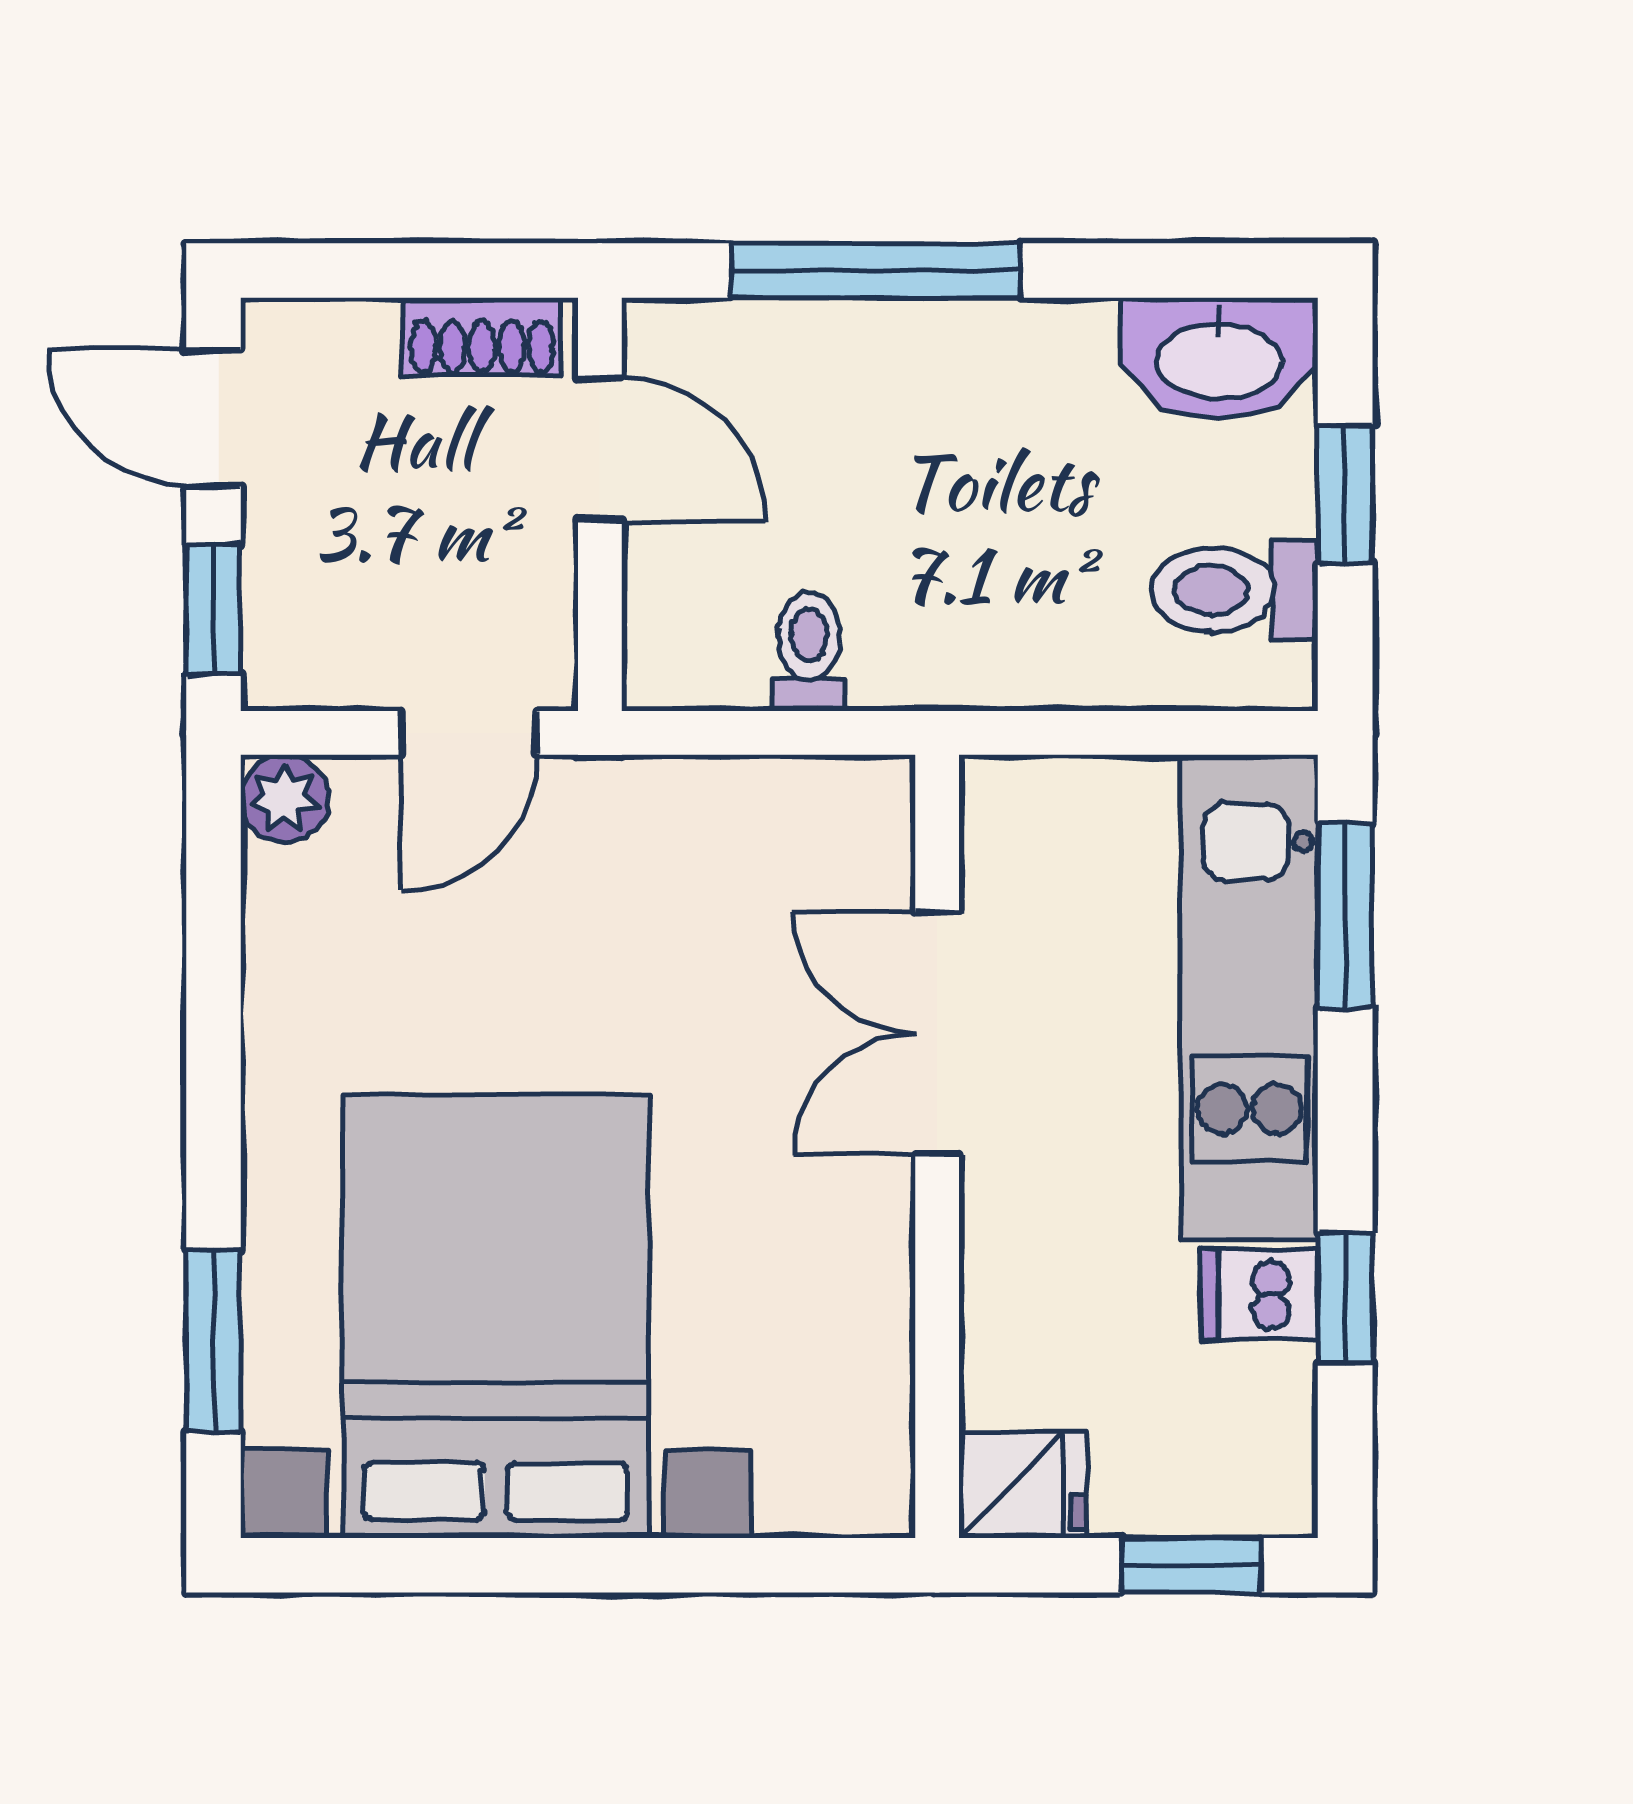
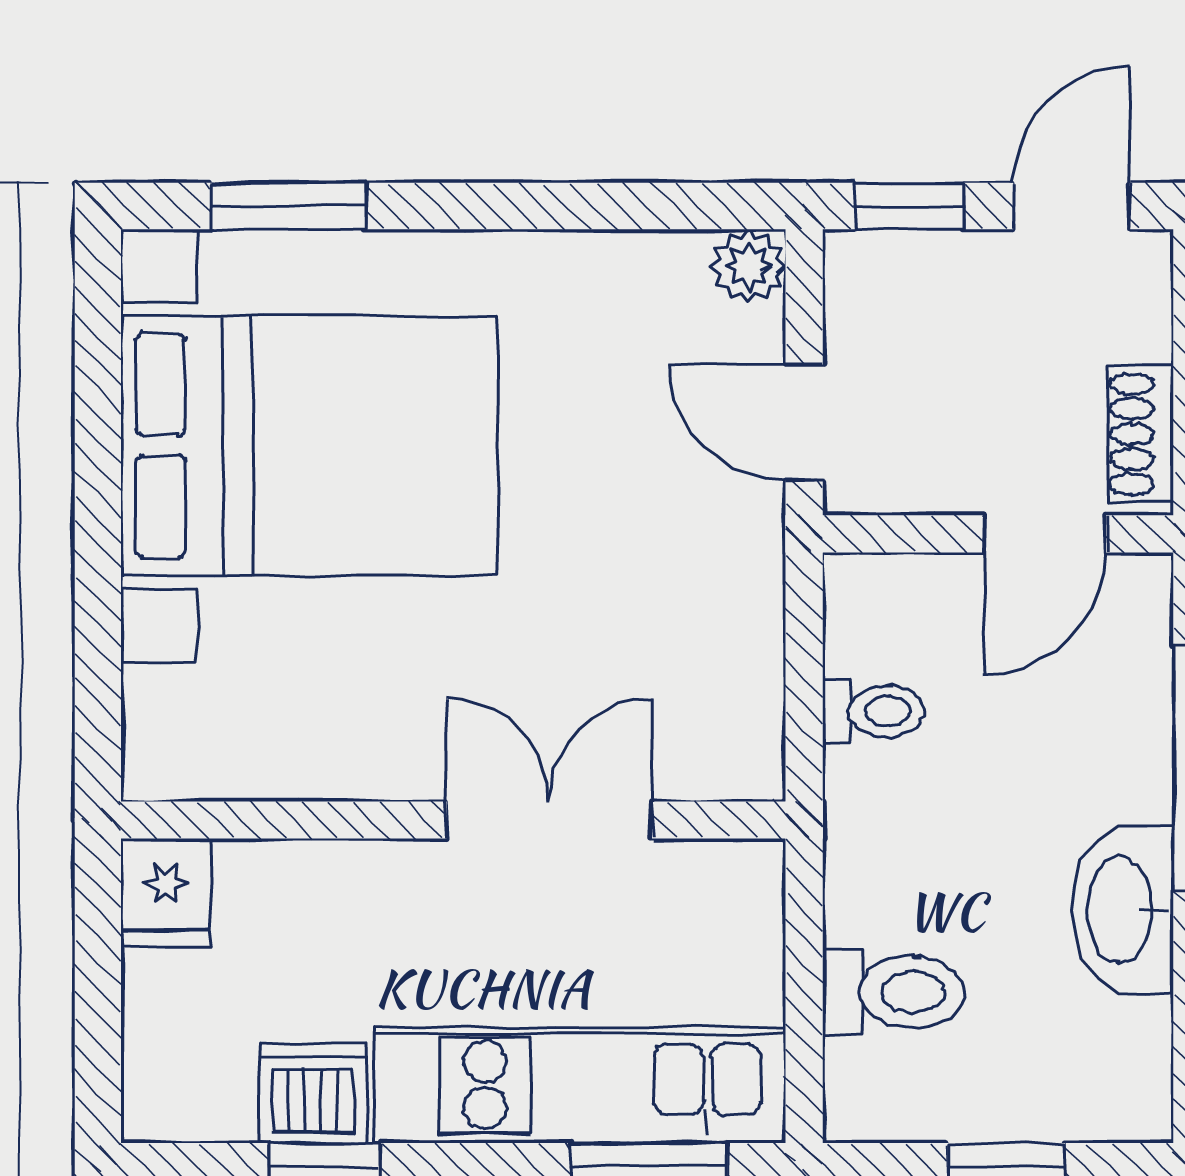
washbasin: (1219, 358) -> (1122, 910), moved
toilet: (1234, 590) -> (894, 992), moved, turned 90
dishwasher: (1259, 1294) -> (313, 1093), width x1.38
window: (1191, 1565) -> (98, 1035), removed

